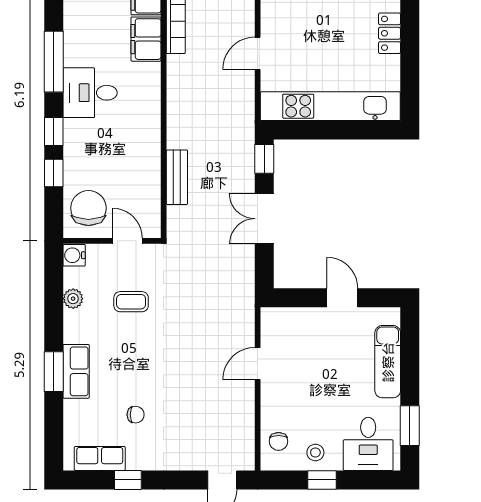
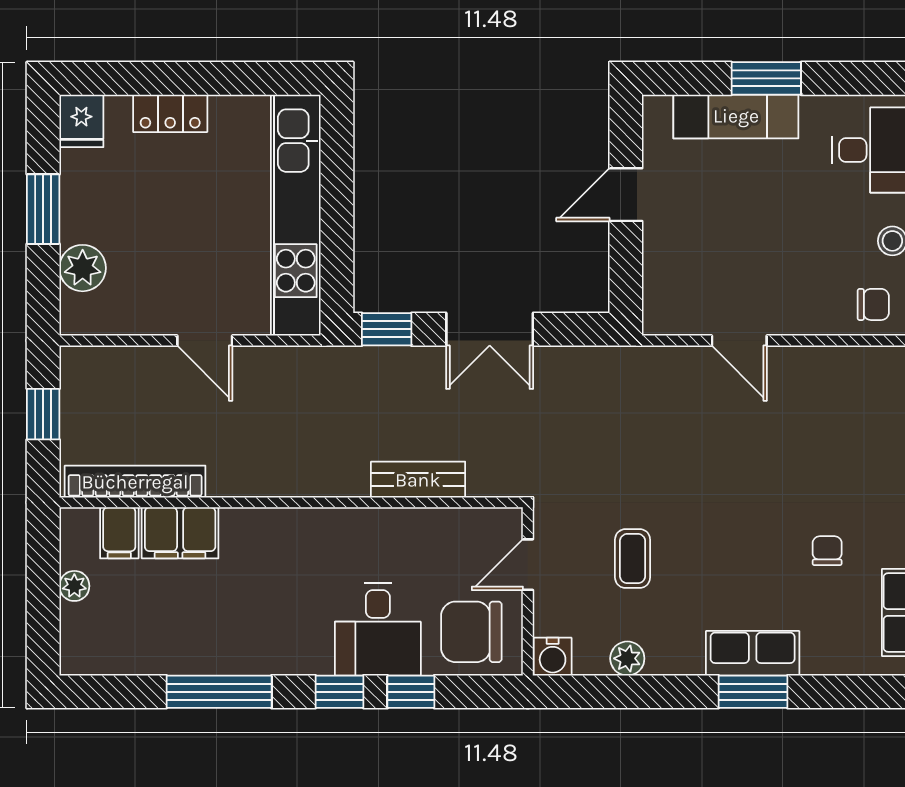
desk: (90, 93) -> (378, 629), moved
window: (410, 426) -> (766, 78), moved

